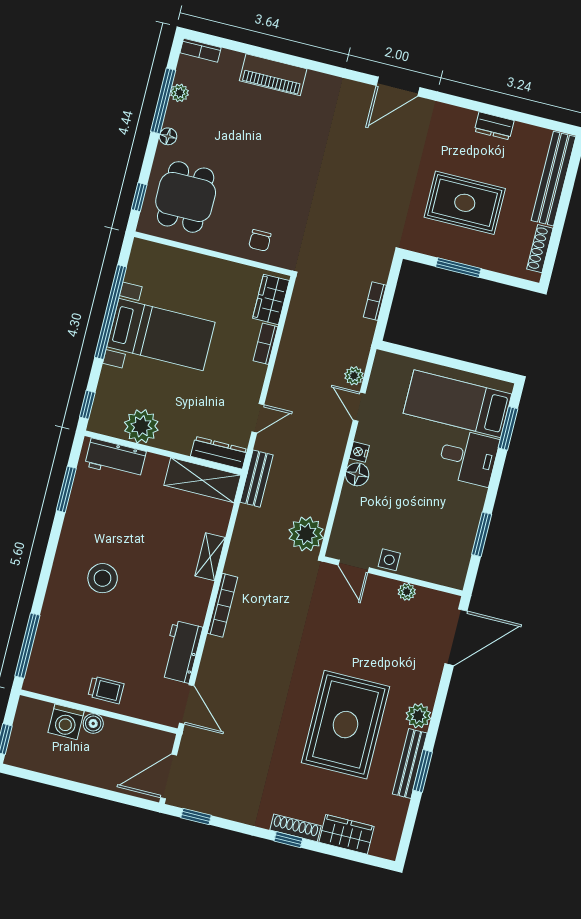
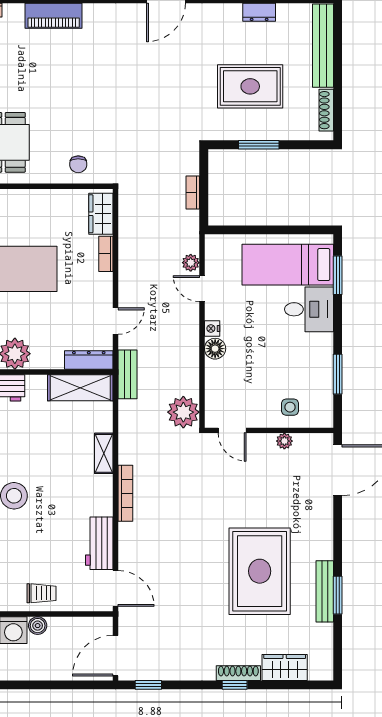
side table: (389, 560) -> (290, 407), moved
plant: (418, 716) -> (322, 547), removed

